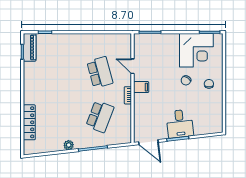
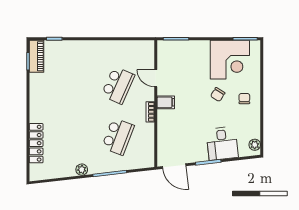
school desk: (100, 72) -> (118, 85), turned 39
desk: (180, 124) -> (222, 143), moved
plant: (218, 124) -> (255, 145), added

